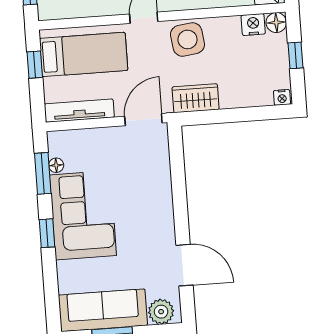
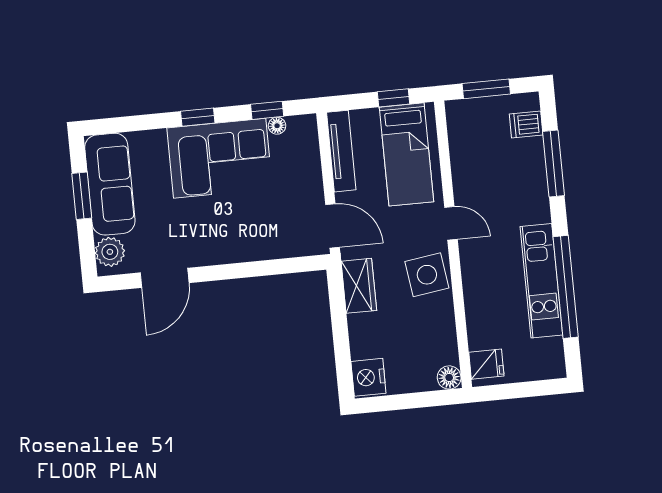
nightstand: (253, 25) -> (446, 351), removed
window: (295, 55) -> (411, 401), removed
nightstand: (282, 97) -> (368, 377), width x1.89, depth x1.79
window: (43, 173) -> (267, 110), width x0.67

